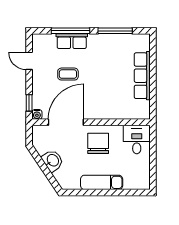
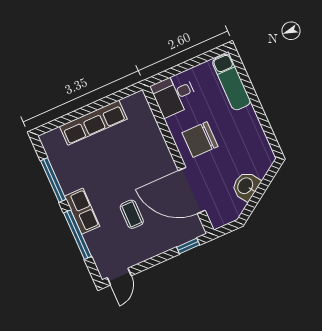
row of seats: (72, 41) -> (82, 211), moved
door: (29, 61) -> (119, 277), moved
water cooler: (37, 114) -> (198, 230), removed
exam couch: (102, 182) -> (231, 82), moved

